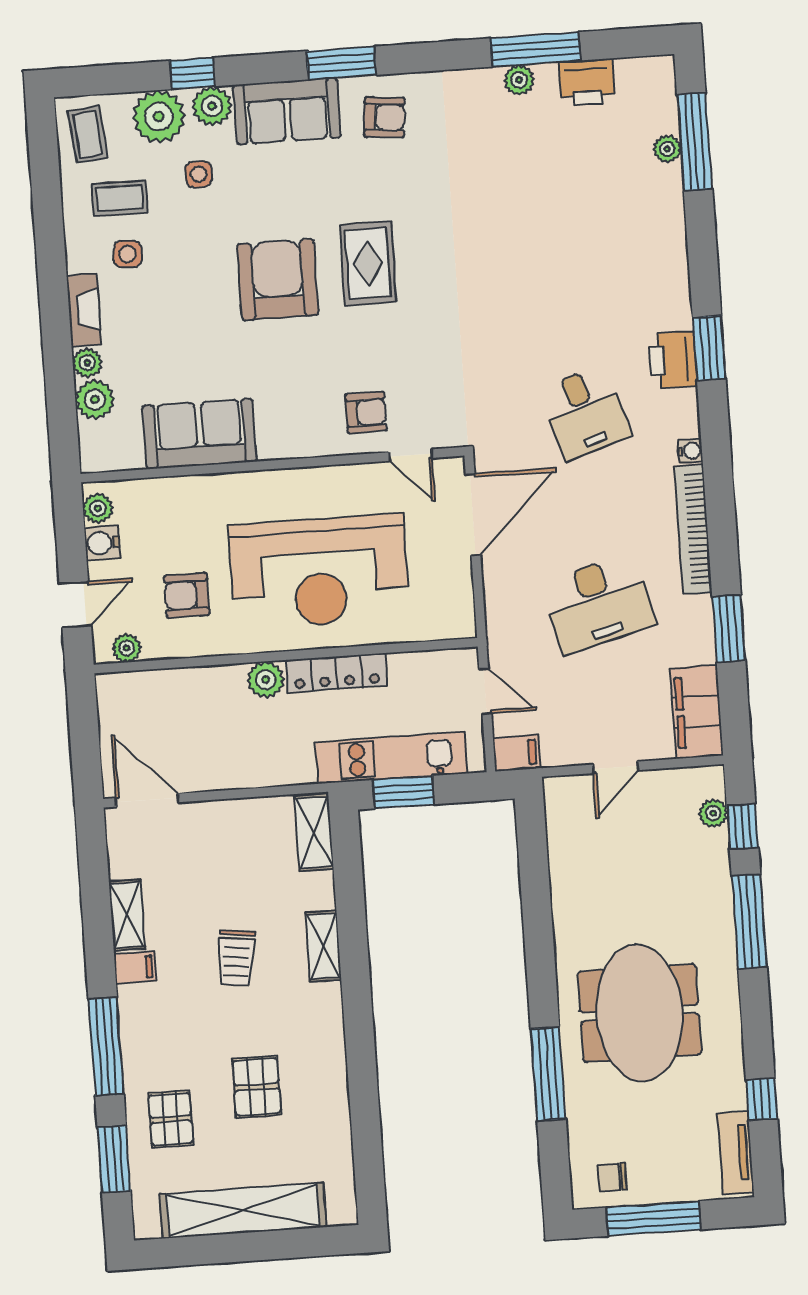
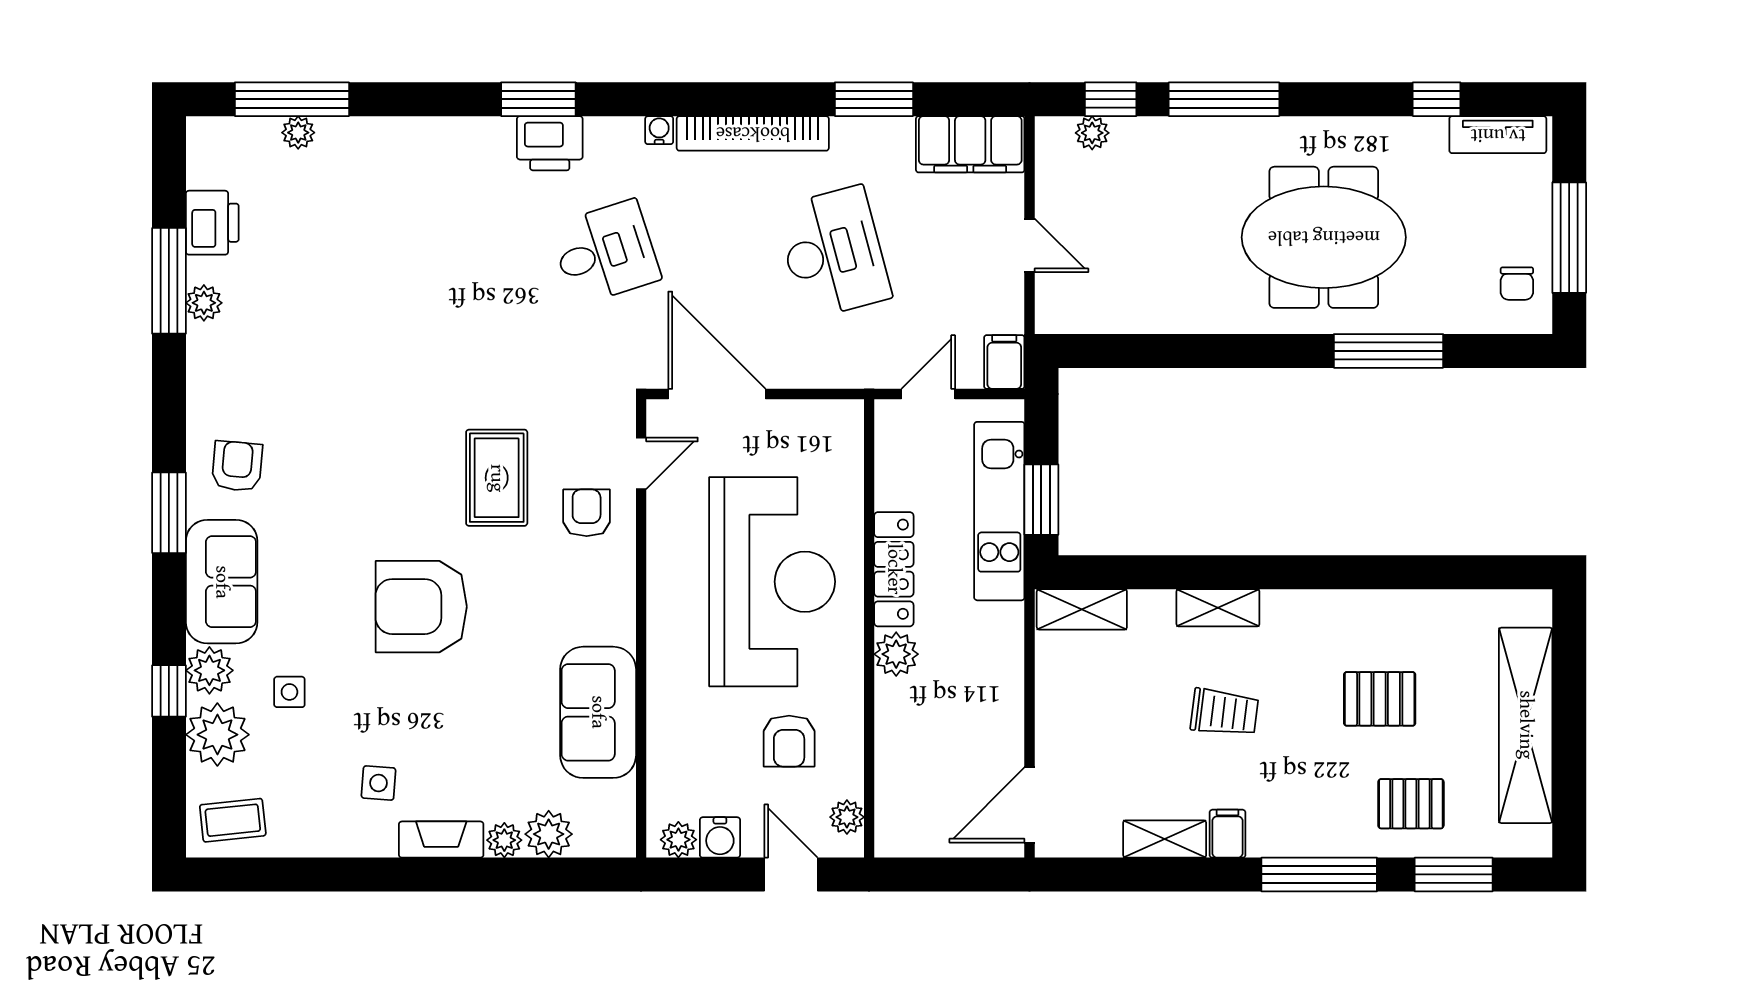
coffee table: (120, 198) -> (311, 788), removed
rug: (368, 263) -> (497, 478), moved, turned 90

